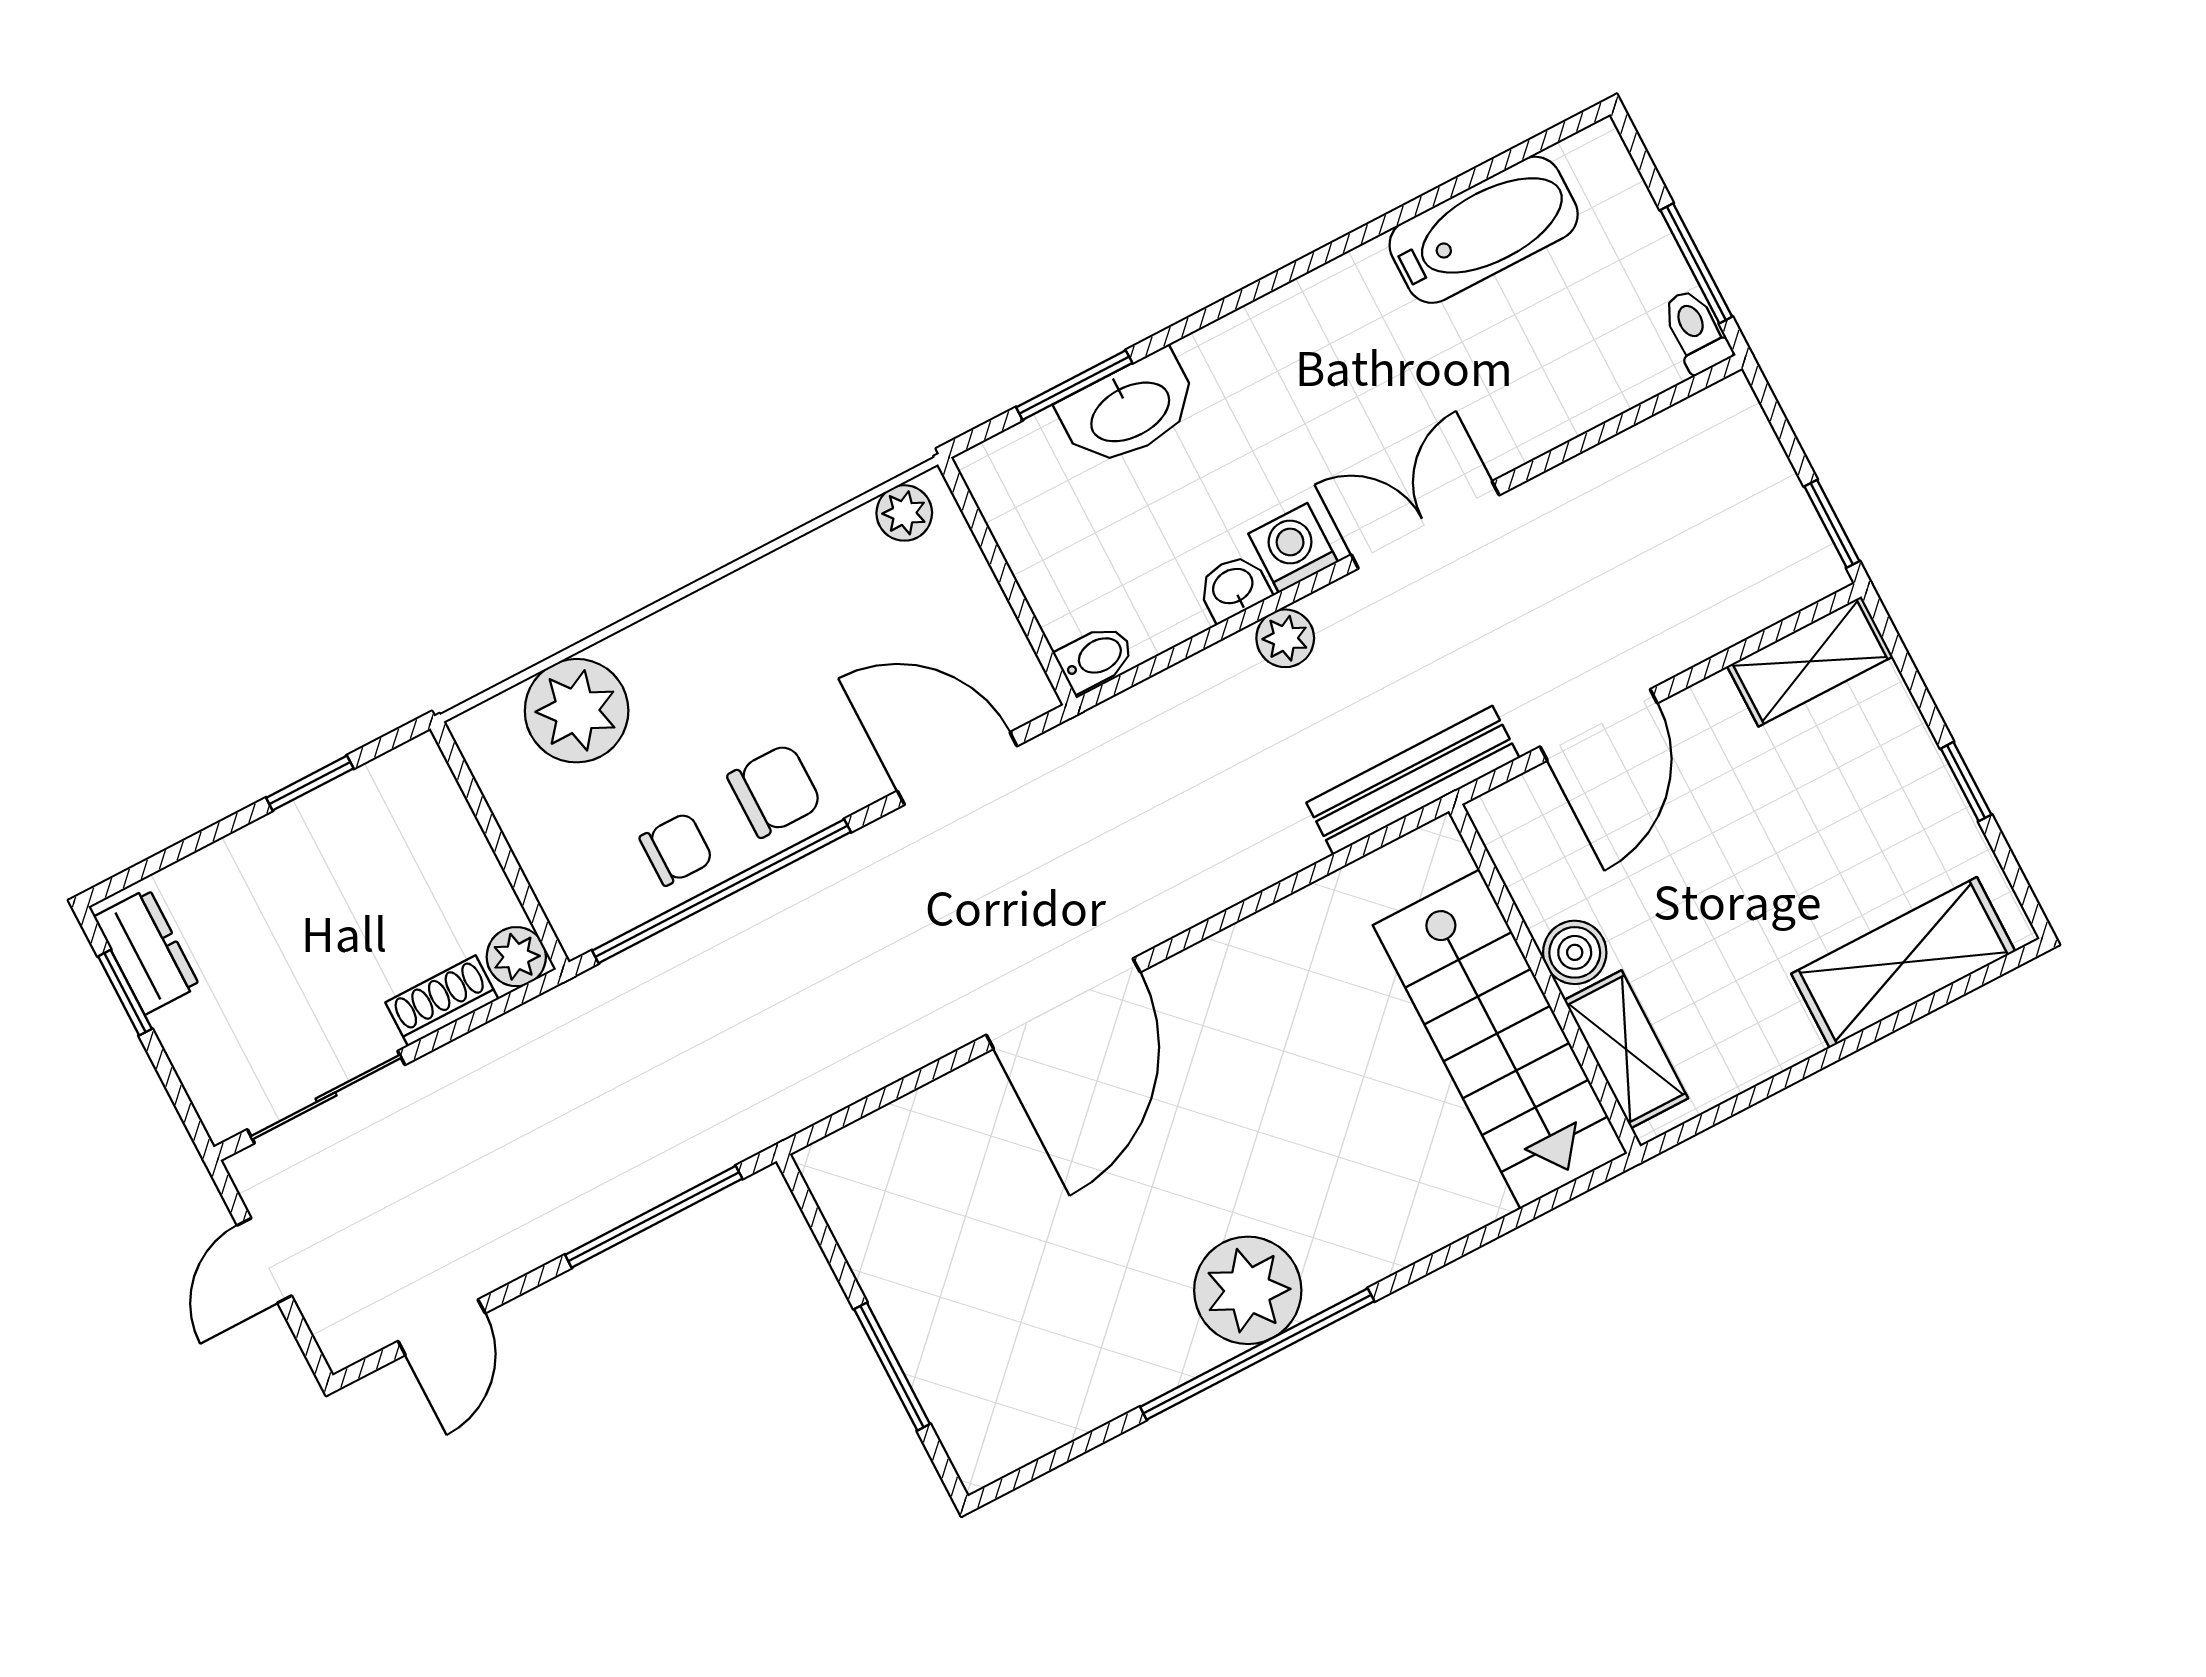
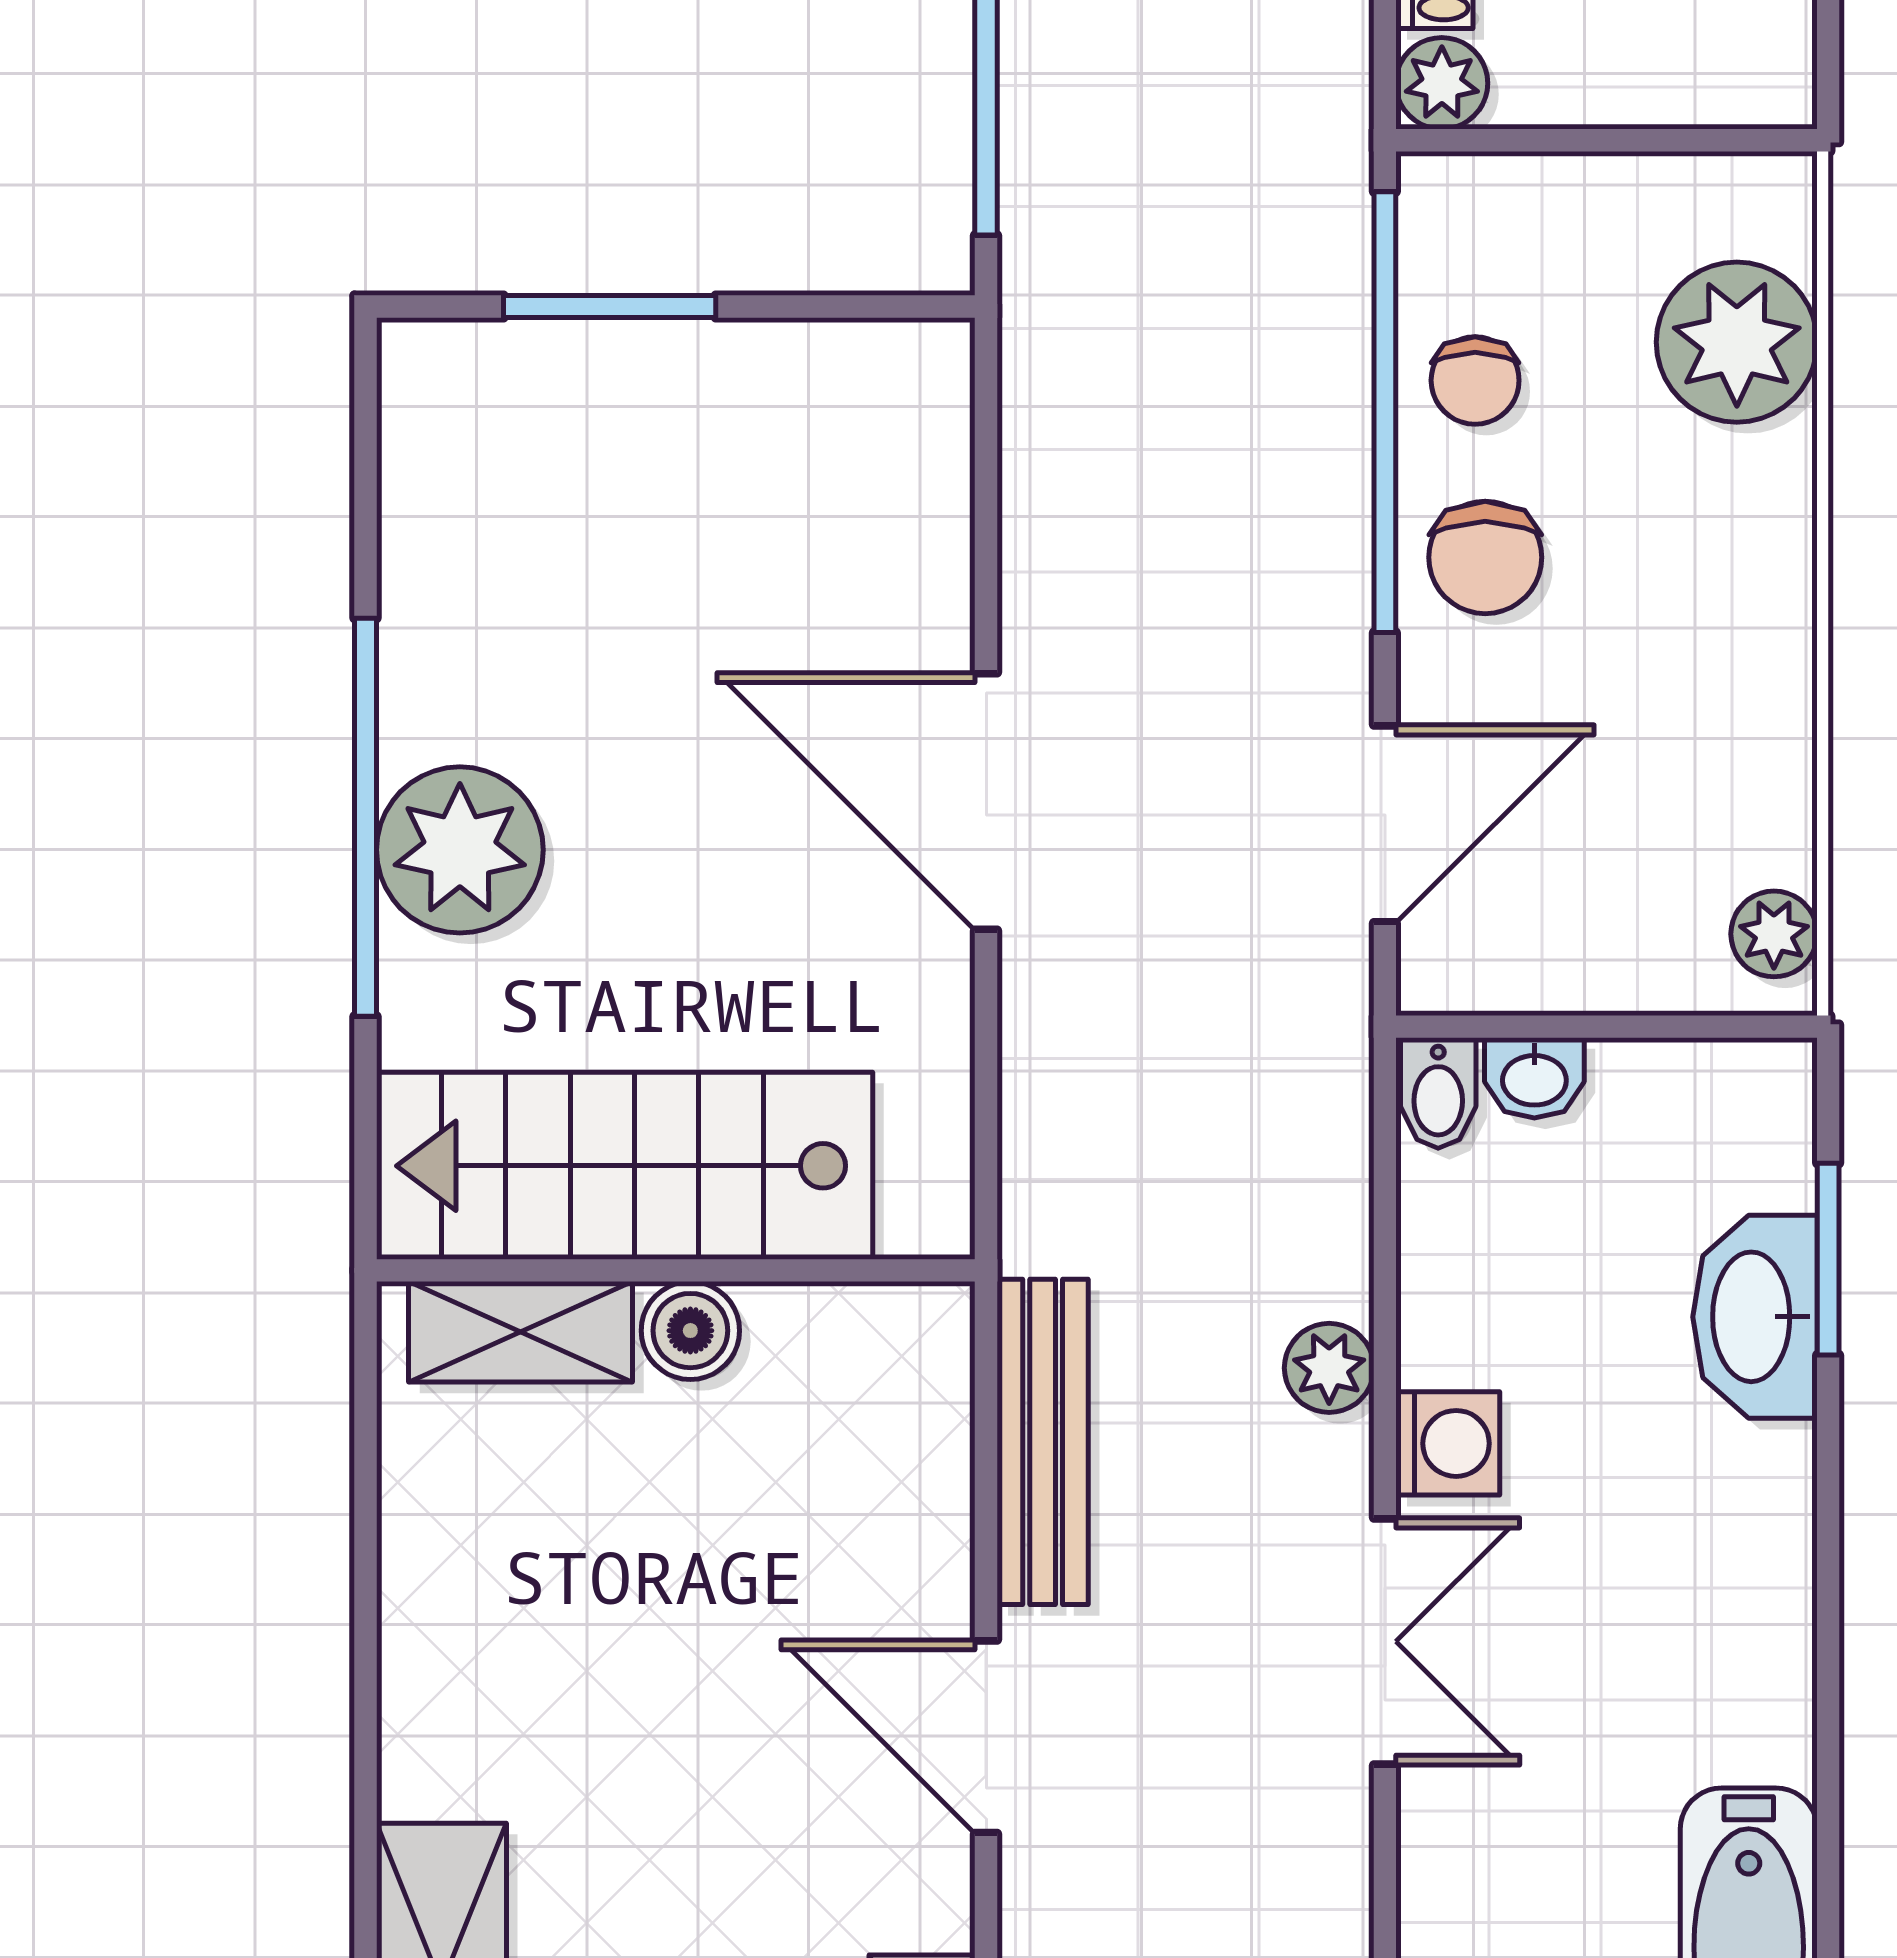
washbasin: (1233, 587) -> (1534, 1078), moved, turned 90
boiler: (1575, 952) -> (690, 1331), moved
wall: (1545, 979) -> (676, 1270), moved
stairs: (1500, 1039) -> (625, 1166), moved
shelving: (1626, 1049) -> (521, 1332), moved

